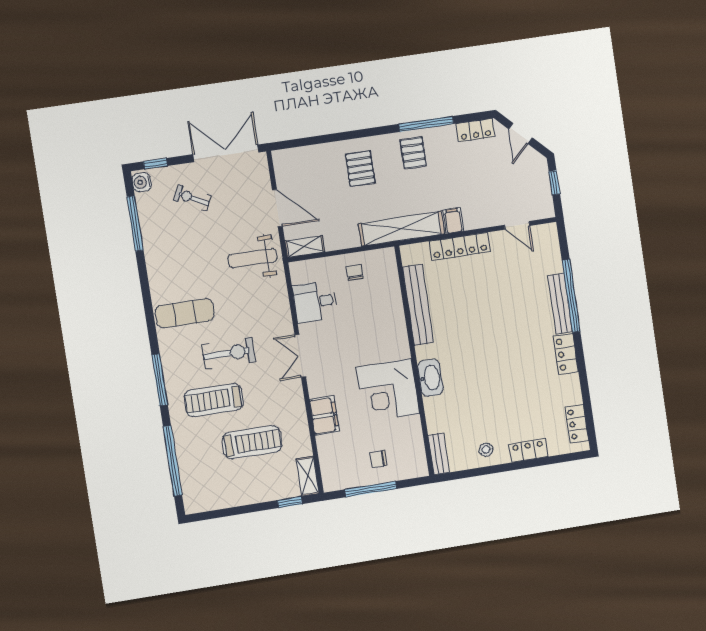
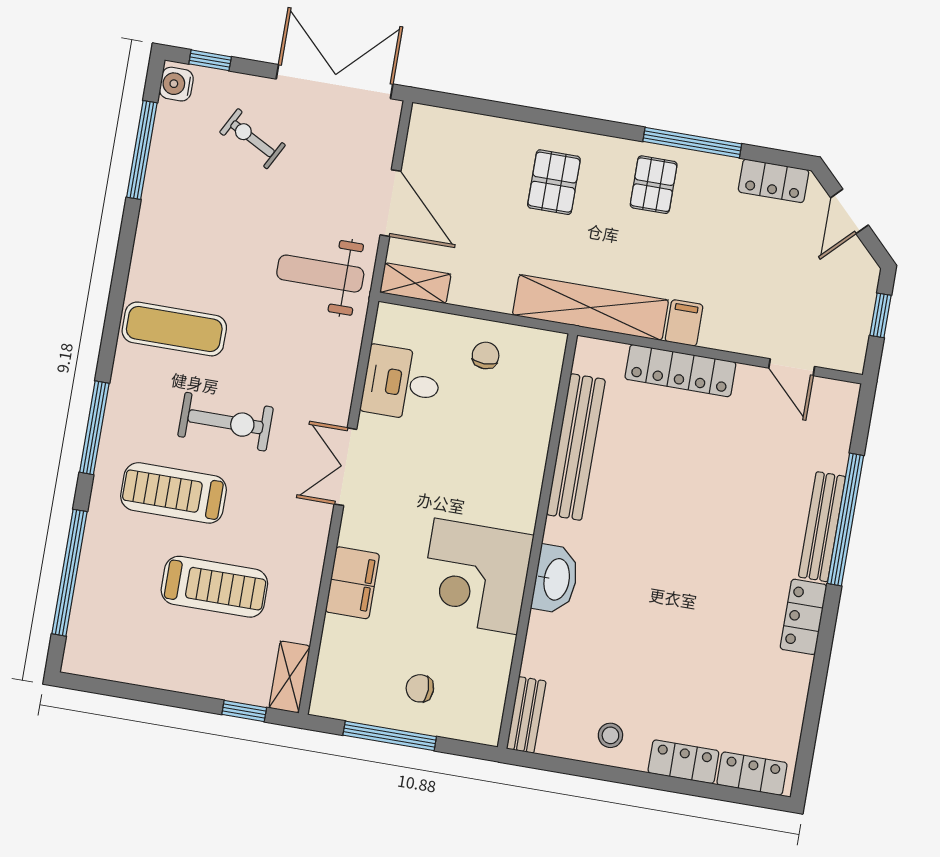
locker: (577, 424) -> (752, 774), moved, turned 90

